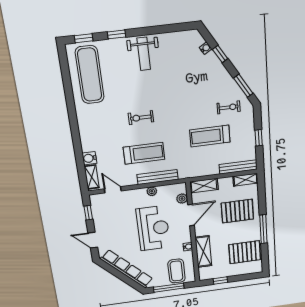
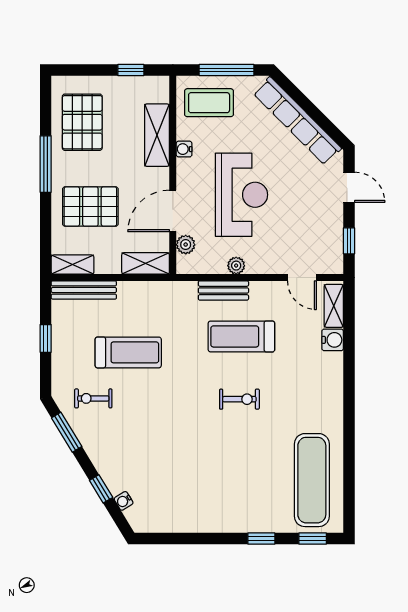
weight bench: (144, 54) -> (223, 503), removed
bench: (158, 177) -> (223, 290), width x0.73
reception desk: (153, 228) -> (241, 195), turned 180
pallet: (245, 252) -> (82, 122), turned 90
coffee table: (177, 271) -> (209, 103), turned 90

